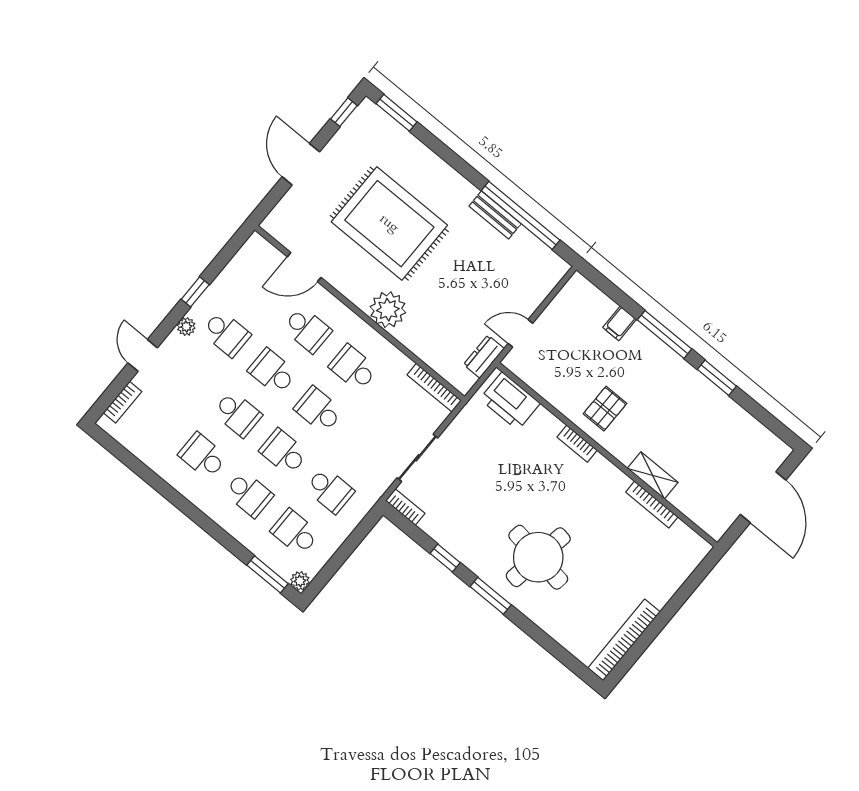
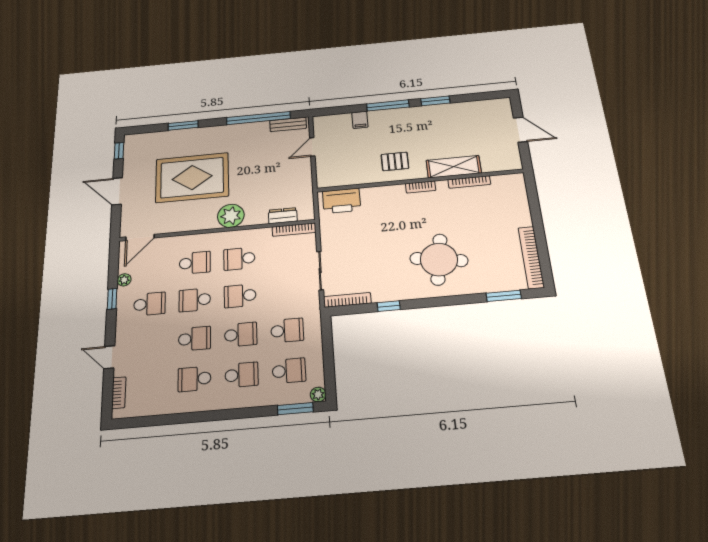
window: (397, 113) -> (183, 125), moved
bench: (495, 215) -> (288, 124), moved
door: (304, 267) -> (140, 237), moved
plant: (186, 327) -> (124, 280), moved
door: (520, 333) -> (312, 147), moved
dresser: (484, 357) -> (283, 216), moved, turned 90
pallet: (605, 409) -> (395, 161), turned 90
bookcase: (577, 444) -> (421, 187), moved
school desk: (284, 452) -> (241, 335), turned 180
shelving: (653, 475) -> (454, 167), width x1.50, depth x1.33
door: (763, 497) -> (521, 130), width x0.73
bookcase: (405, 507) -> (347, 300), width x1.56
school desk: (295, 532) -> (289, 371), turned 180
window: (491, 596) -> (504, 296), moved

